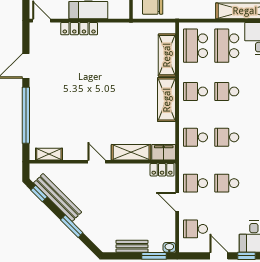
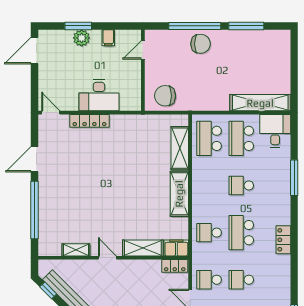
school desk: (195, 91) -> (209, 185), removed
school desk: (227, 137) -> (241, 233), width x1.85
shelving: (49, 154) -> (76, 250), moved

